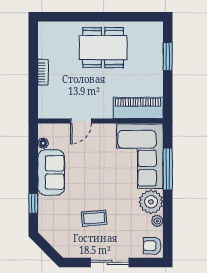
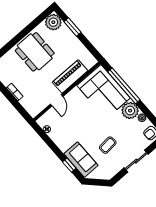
plant: (151, 33) -> (53, 22), added
dining table: (103, 48) -> (35, 52), turned 90
piano: (138, 108) -> (70, 77), moved
window: (168, 169) -> (124, 86), width x1.46
sofa: (51, 172) -> (81, 160), moved

